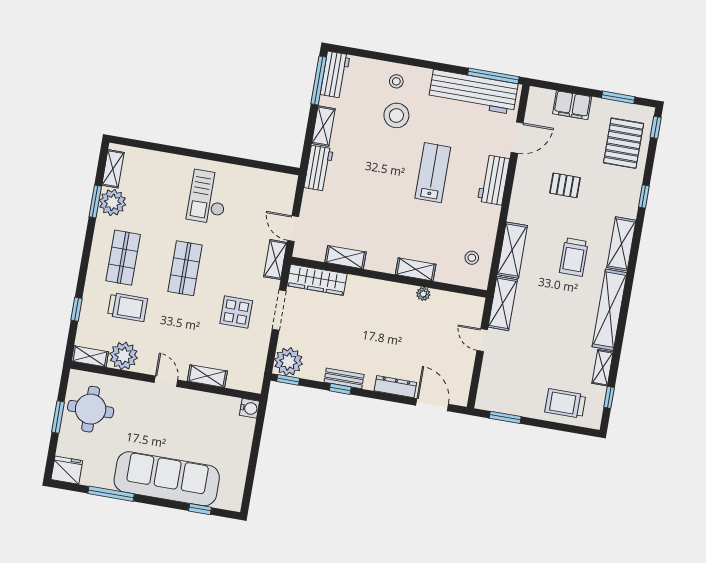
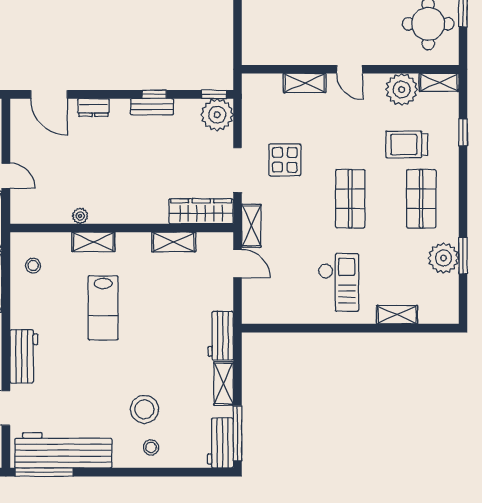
shelving: (113, 169) -> (397, 315), moved, turned 90
lab bench: (433, 173) -> (103, 308), moved
dresser: (395, 387) -> (93, 107), width x0.70
water cooler: (249, 408) -> (252, 55), removed

